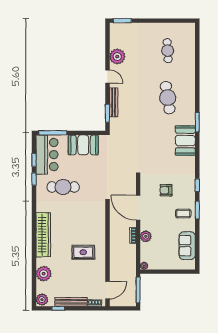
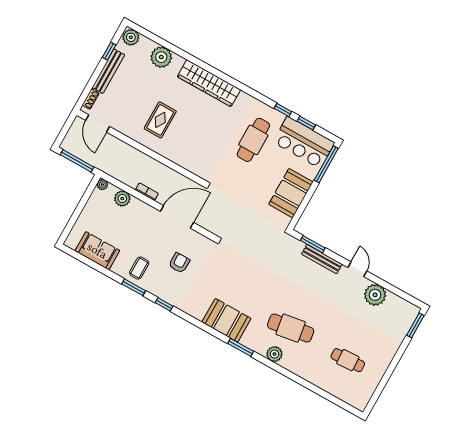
door: (107, 77) -> (357, 269), swing flipped
plant: (190, 99) -> (274, 354), added
plant: (146, 236) -> (122, 199), moved

